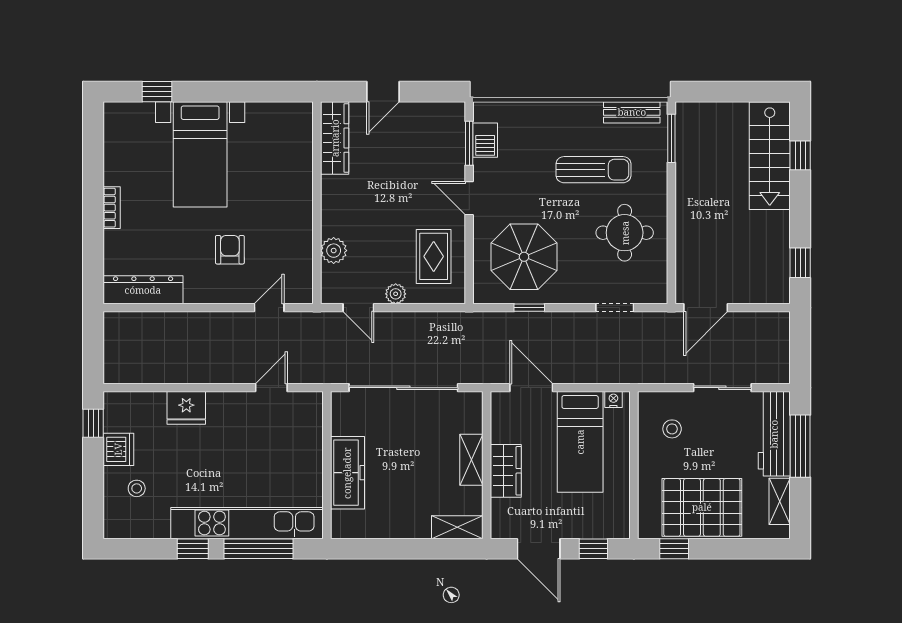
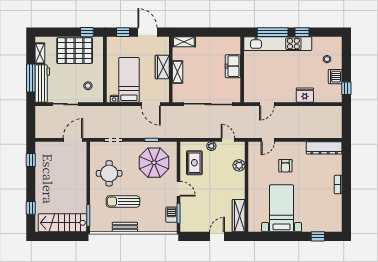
bench: (632, 112) -> (125, 227), moved
bed with nightstands: (200, 154) -> (282, 208), moved
stairs: (770, 156) -> (62, 223), moved, turned -90
freezer: (347, 473) -> (233, 66), width x0.71

